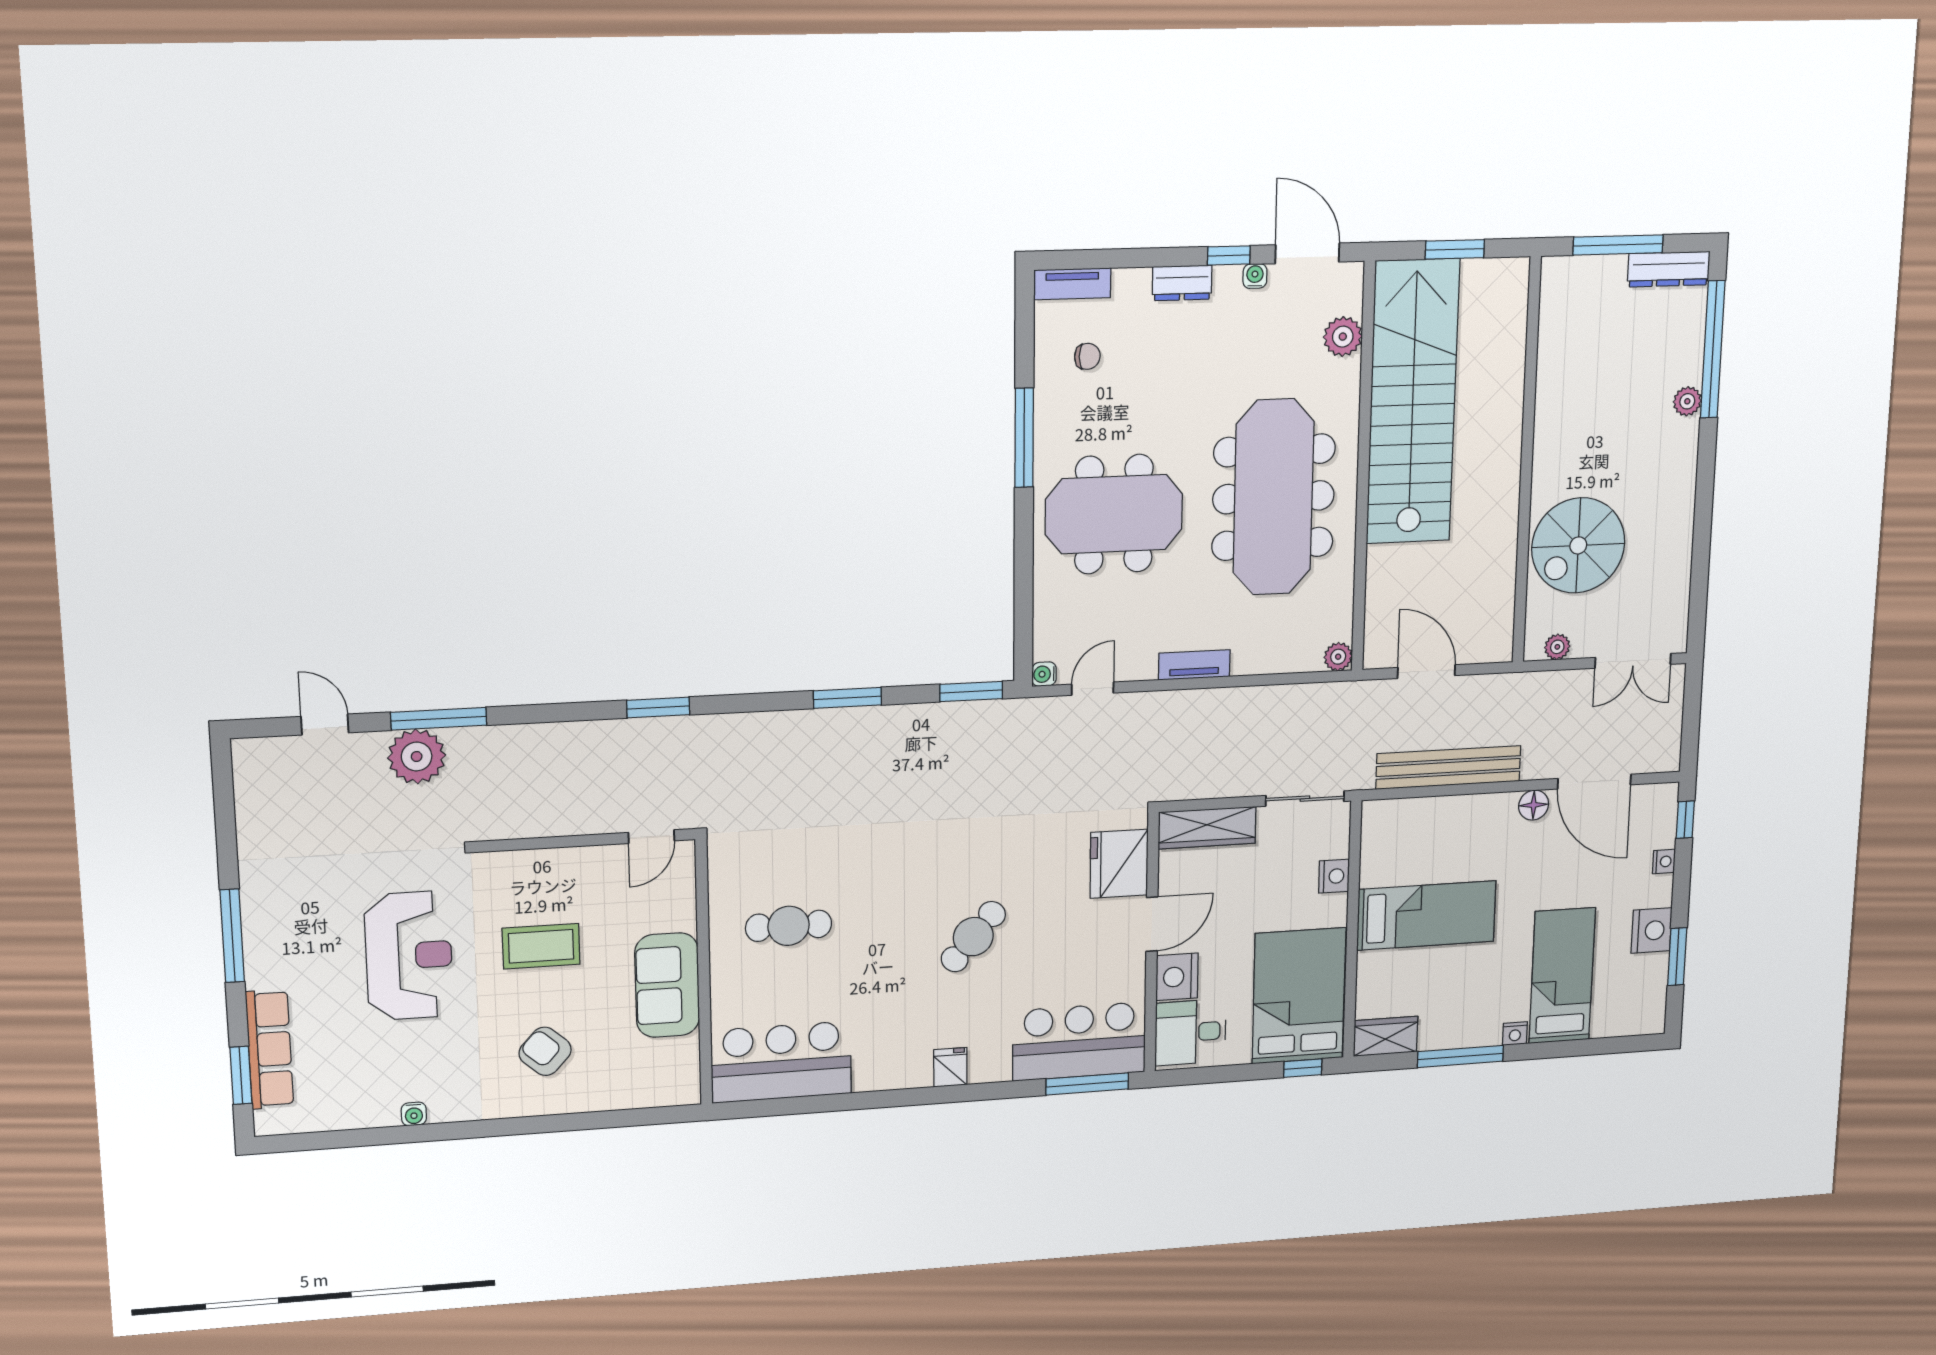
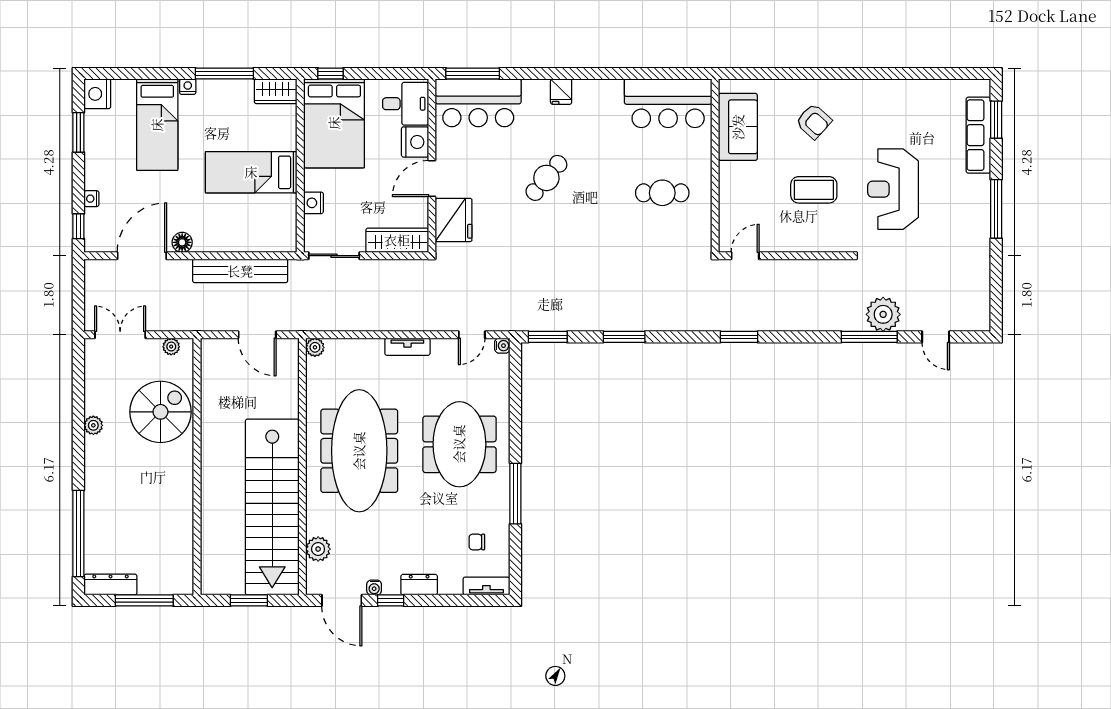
plant: (1687, 401) -> (93, 425), moved
meeting table: (1114, 514) -> (459, 444), turned 90
door: (1594, 782) -> (142, 256), hinge flipped
nightstand: (1652, 930) -> (97, 94), moved
sofa: (667, 985) -> (738, 127), moved
water cooler: (414, 1114) -> (895, 86), removed

